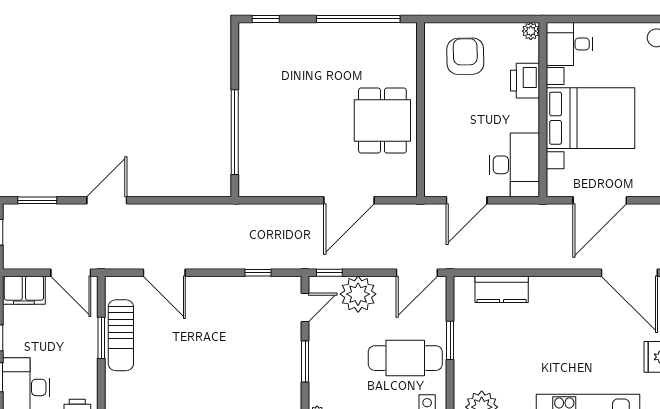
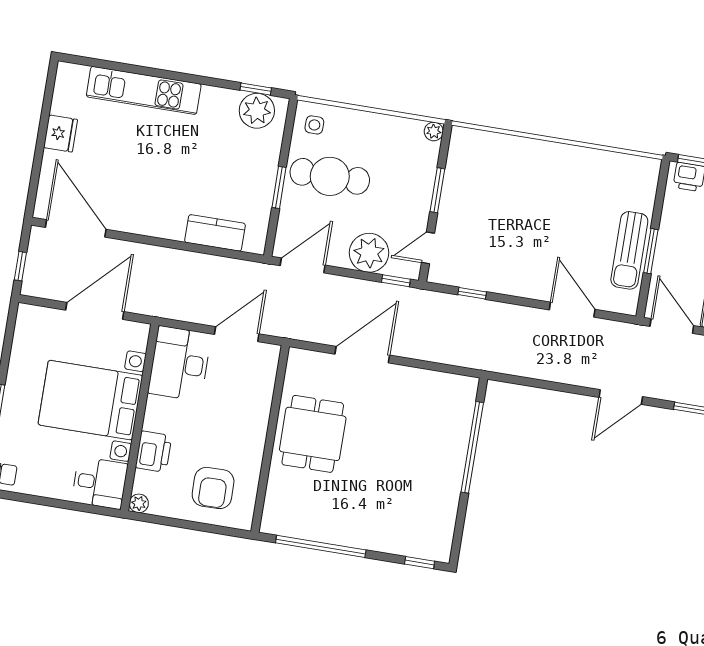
sun lounger: (121, 335) -> (629, 250), turned 180

